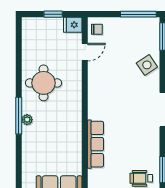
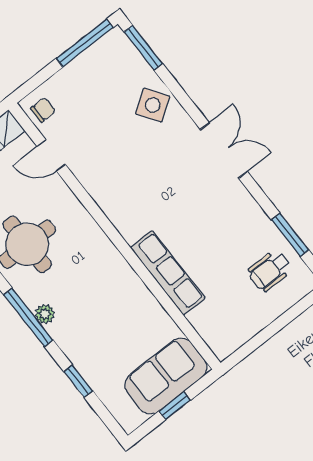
door: (85, 52) -> (51, 155), swing flipped
window: (19, 161) -> (78, 381), added

